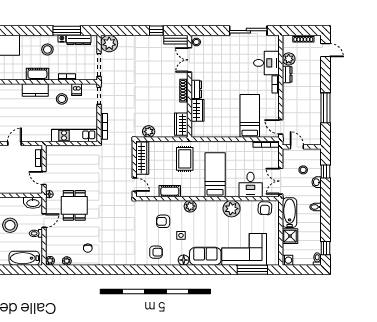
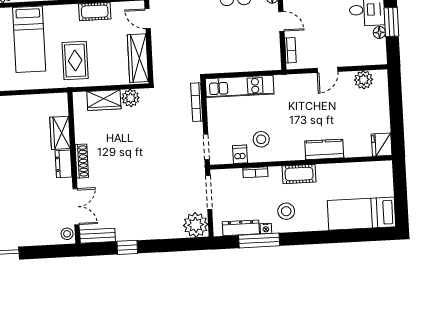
kitchen counter: (35, 90) -> (324, 149), moved
wardrobe: (181, 124) -> (104, 100), moved, turned 90

